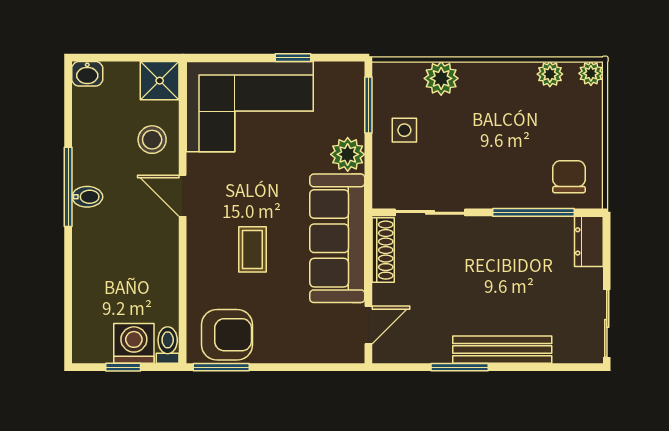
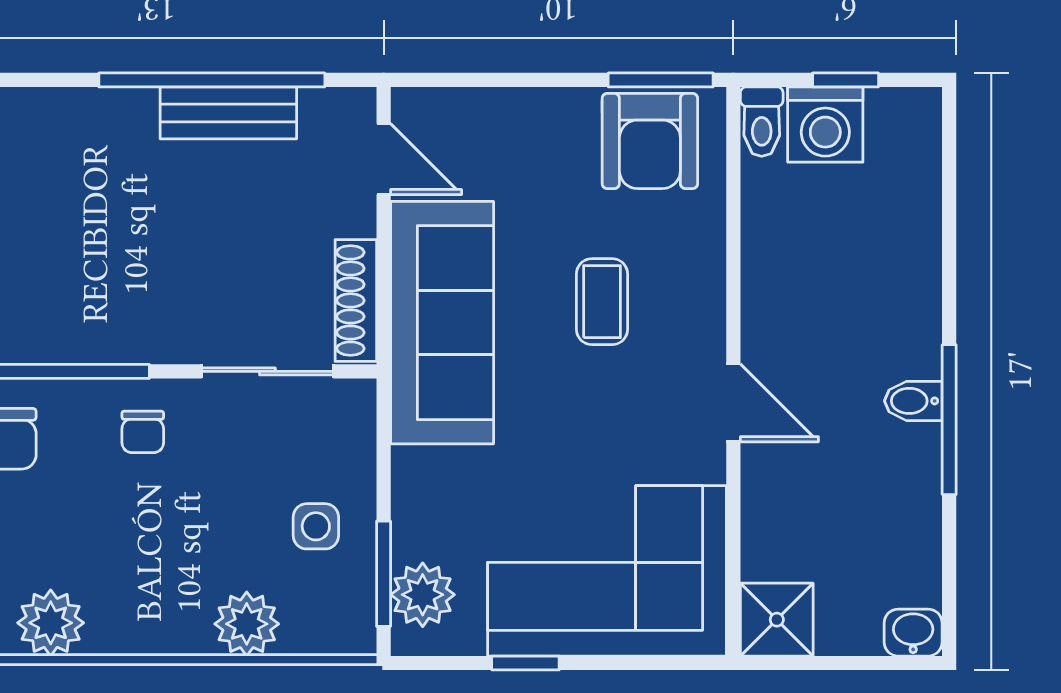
plant: (550, 74) -> (51, 623), width x1.38, depth x1.38
stool: (152, 140) -> (791, 509), removed
plant: (348, 154) -> (423, 595), moved
chair: (496, 180) -> (143, 432), added
door: (368, 325) -> (384, 159), swing flipped
armchair: (227, 335) -> (650, 141), turned -90
bench: (502, 350) -> (228, 113), moved, width x0.73
window: (460, 367) -> (212, 80), width x2.11

